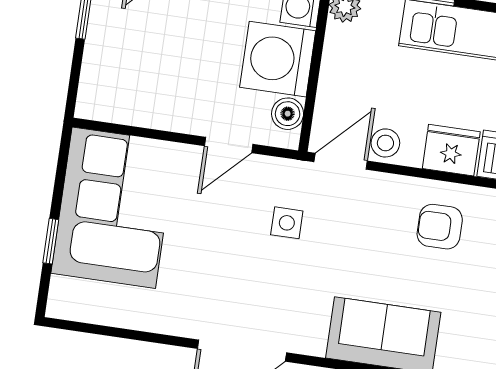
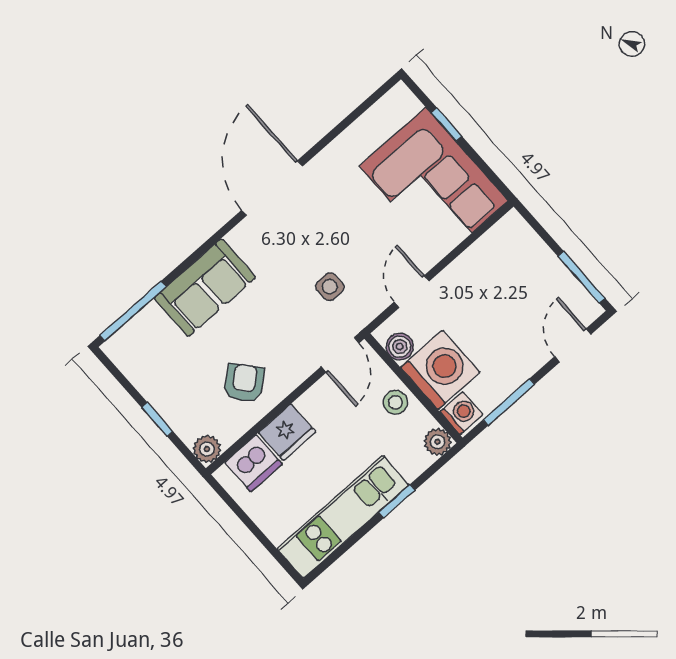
stool: (385, 143) -> (395, 402), moved
armchair: (440, 227) -> (244, 383), turned -40

